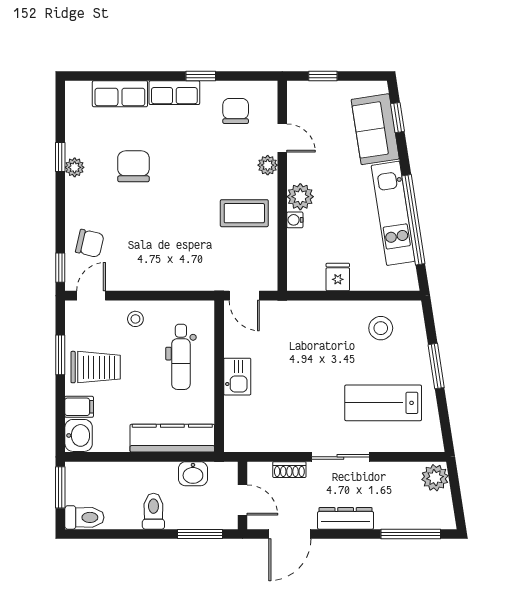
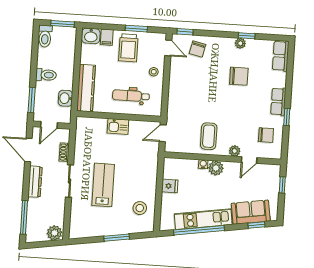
row of seats: (120, 94) -> (281, 56), moved
lab bench: (383, 403) -> (103, 185), moved

